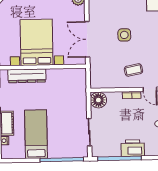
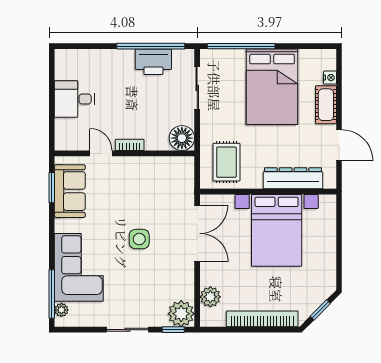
coffee table: (133, 70) -> (126, 184), removed
rug: (70, 85) -> (226, 162), added
bed: (36, 134) -> (272, 87), width x1.50
printer: (133, 148) -> (153, 62), moved

